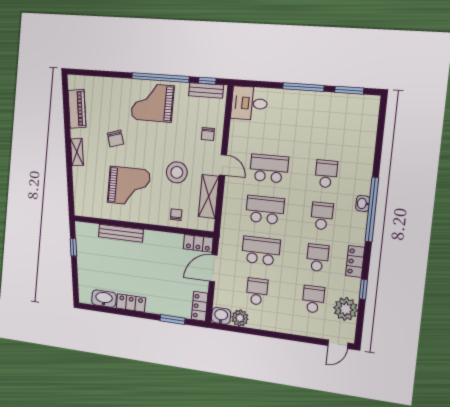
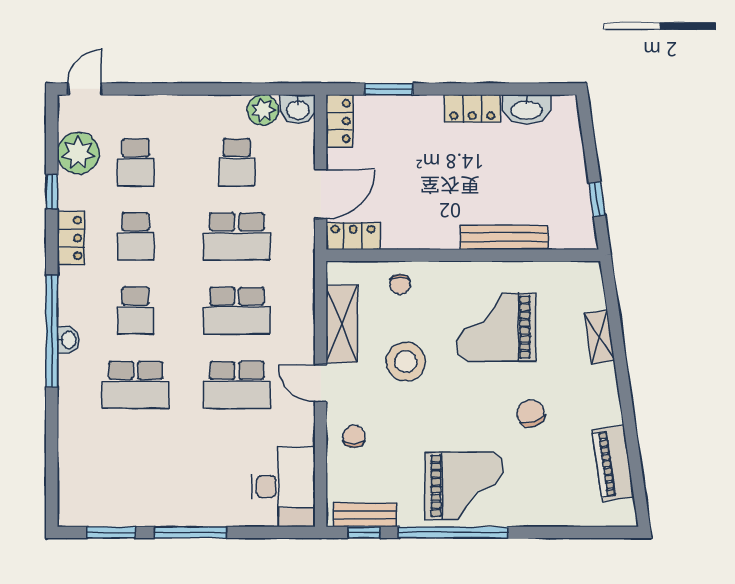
desk: (249, 103) -> (283, 487), width x1.37
shelving: (77, 152) -> (599, 337), moved
school desk: (326, 174) -> (136, 385), width x1.85

